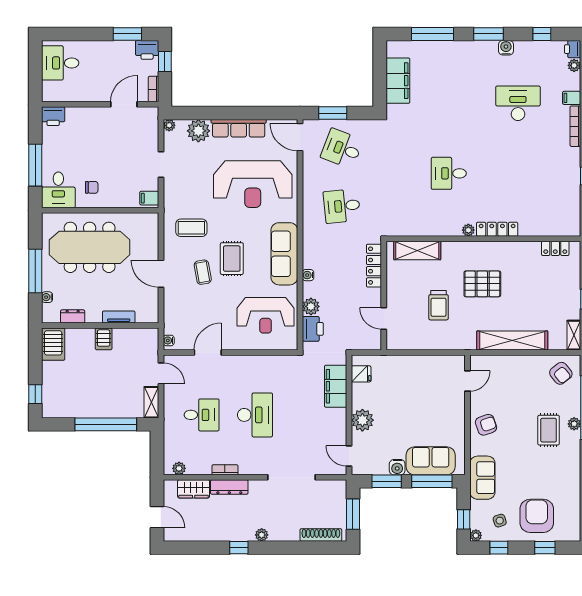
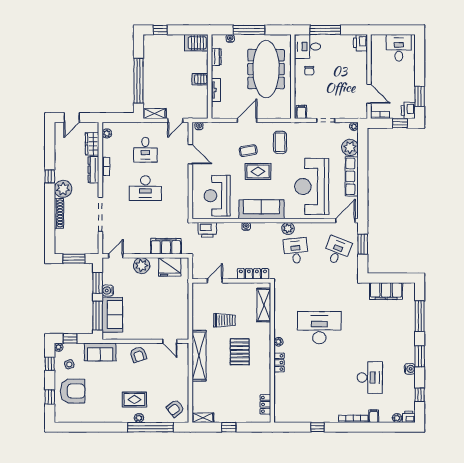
desk: (449, 173) -> (319, 328), width x1.87, depth x1.30
locker: (497, 229) -> (279, 362), width x0.66
trolley: (439, 305) -> (224, 320), turned 180
plant: (311, 306) -> (288, 228), moved
shelving: (512, 340) -> (199, 356), moved
fridge: (361, 374) -> (170, 267), width x1.88, depth x1.34
plant: (262, 535) -> (63, 189), width x1.87, depth x1.87
shoe rack: (321, 535) -> (59, 213), moved

